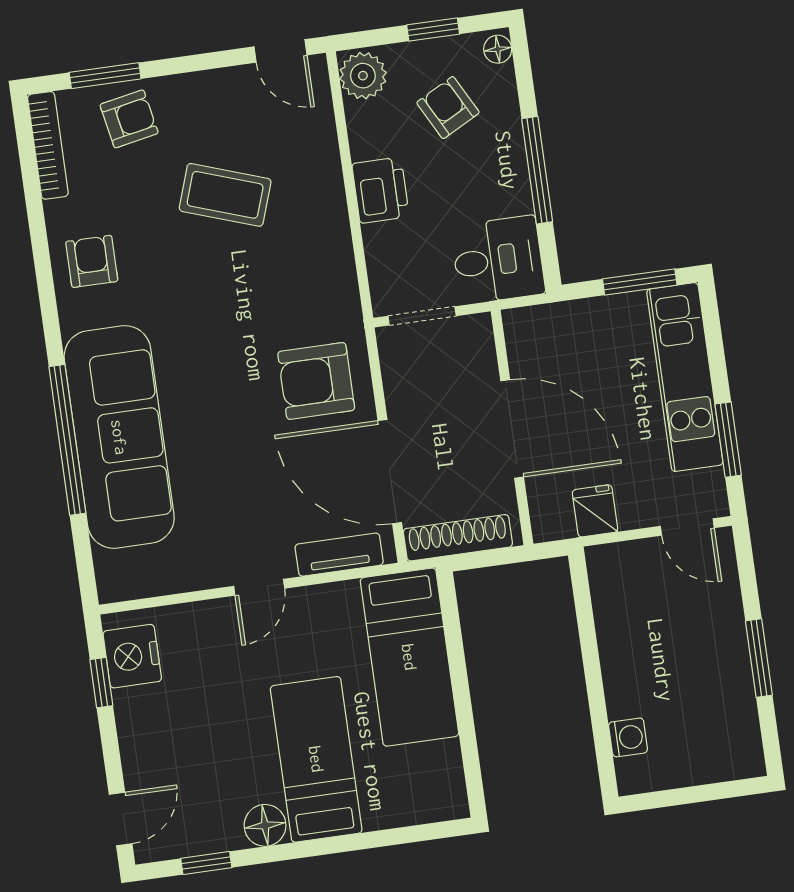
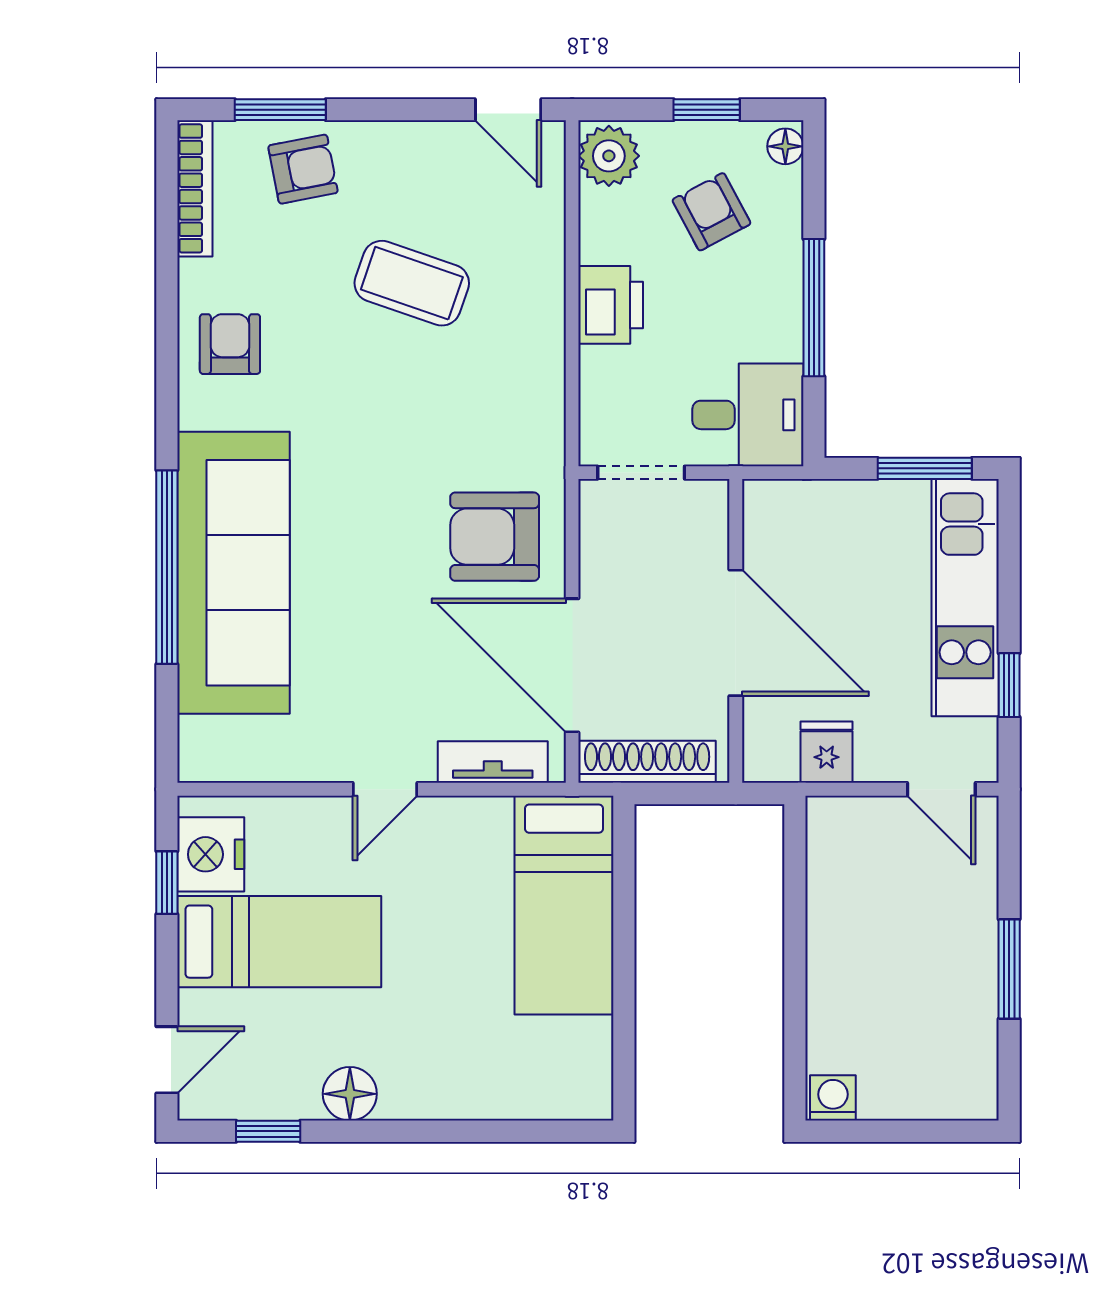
window: (728, 440) -> (1009, 685), width x0.67
washing machine: (628, 737) -> (833, 1098), moved, turned -90
bed: (316, 759) -> (279, 942), moved, turned 90

